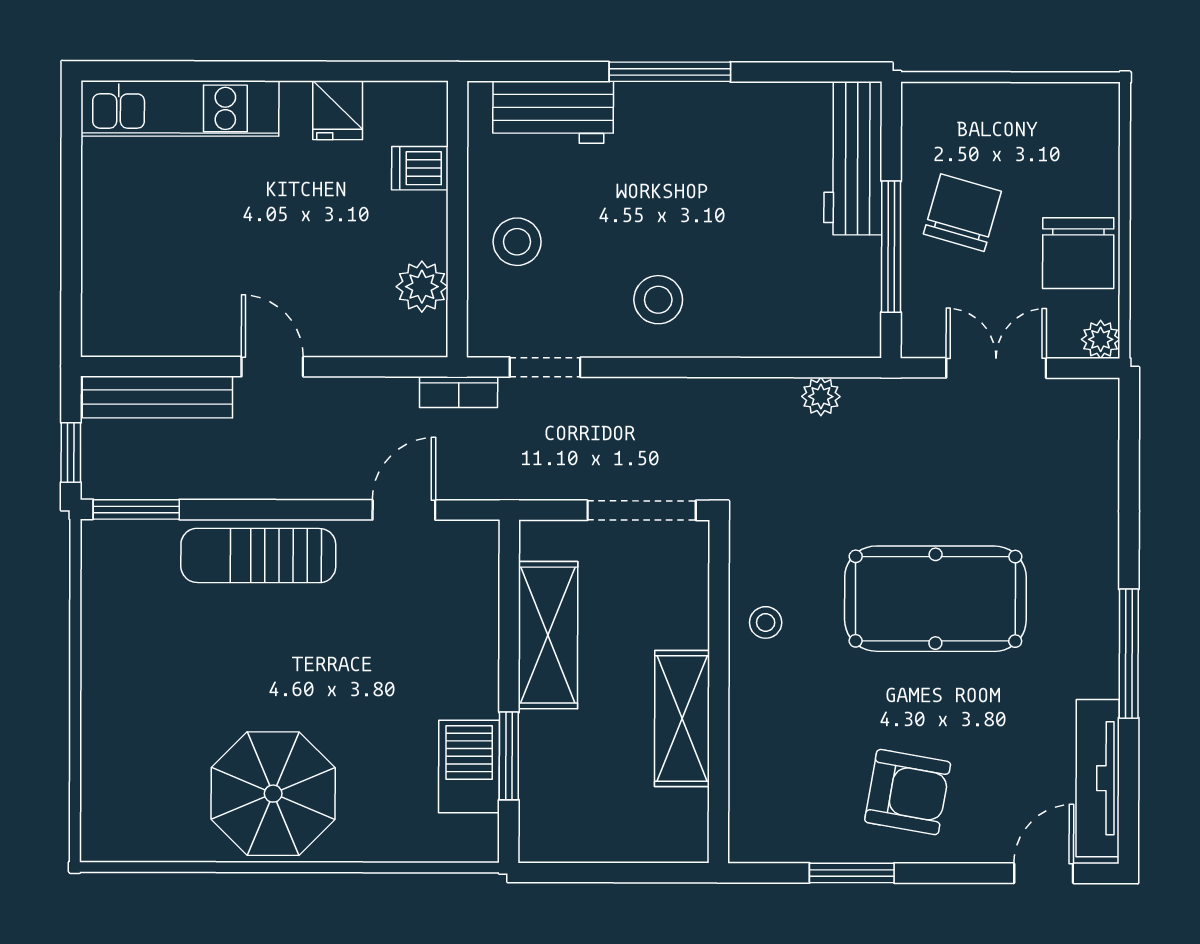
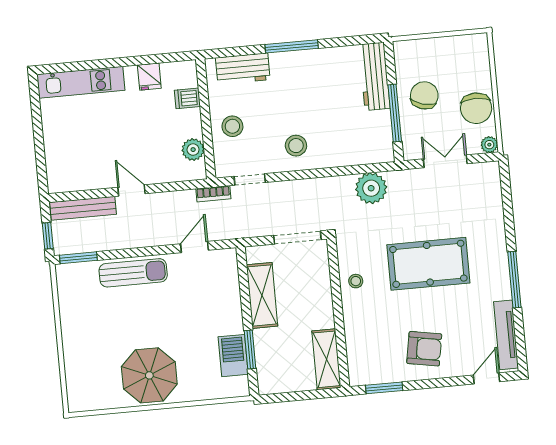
plant: (821, 396) -> (371, 188), width x1.87, depth x1.87
sun lounger: (258, 555) -> (133, 273), turned 180
shelving: (682, 718) -> (326, 359), moved
window: (852, 873) -> (384, 388), moved

